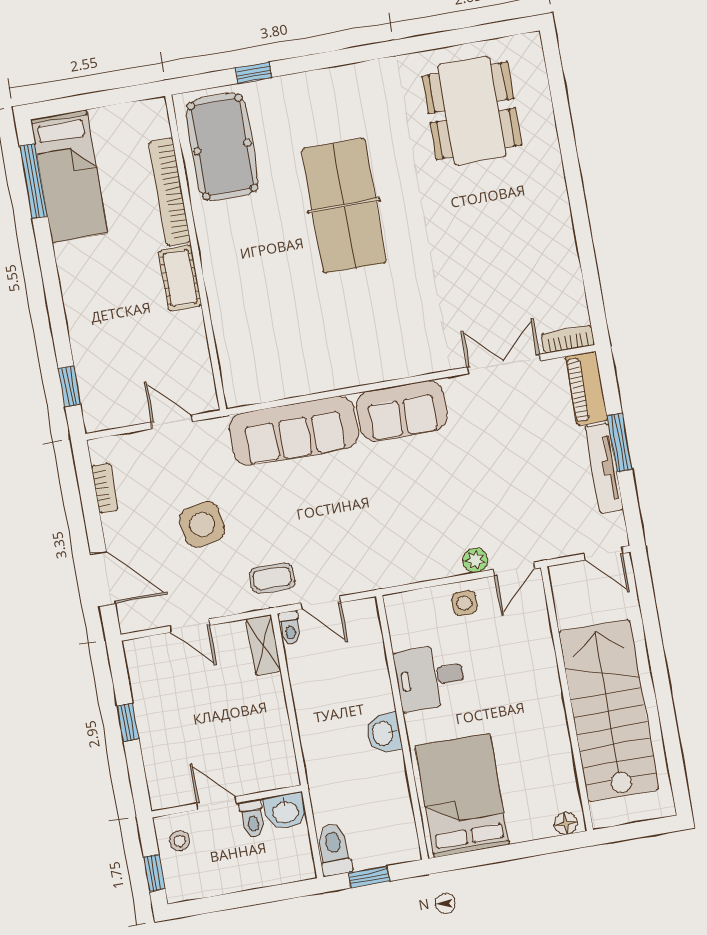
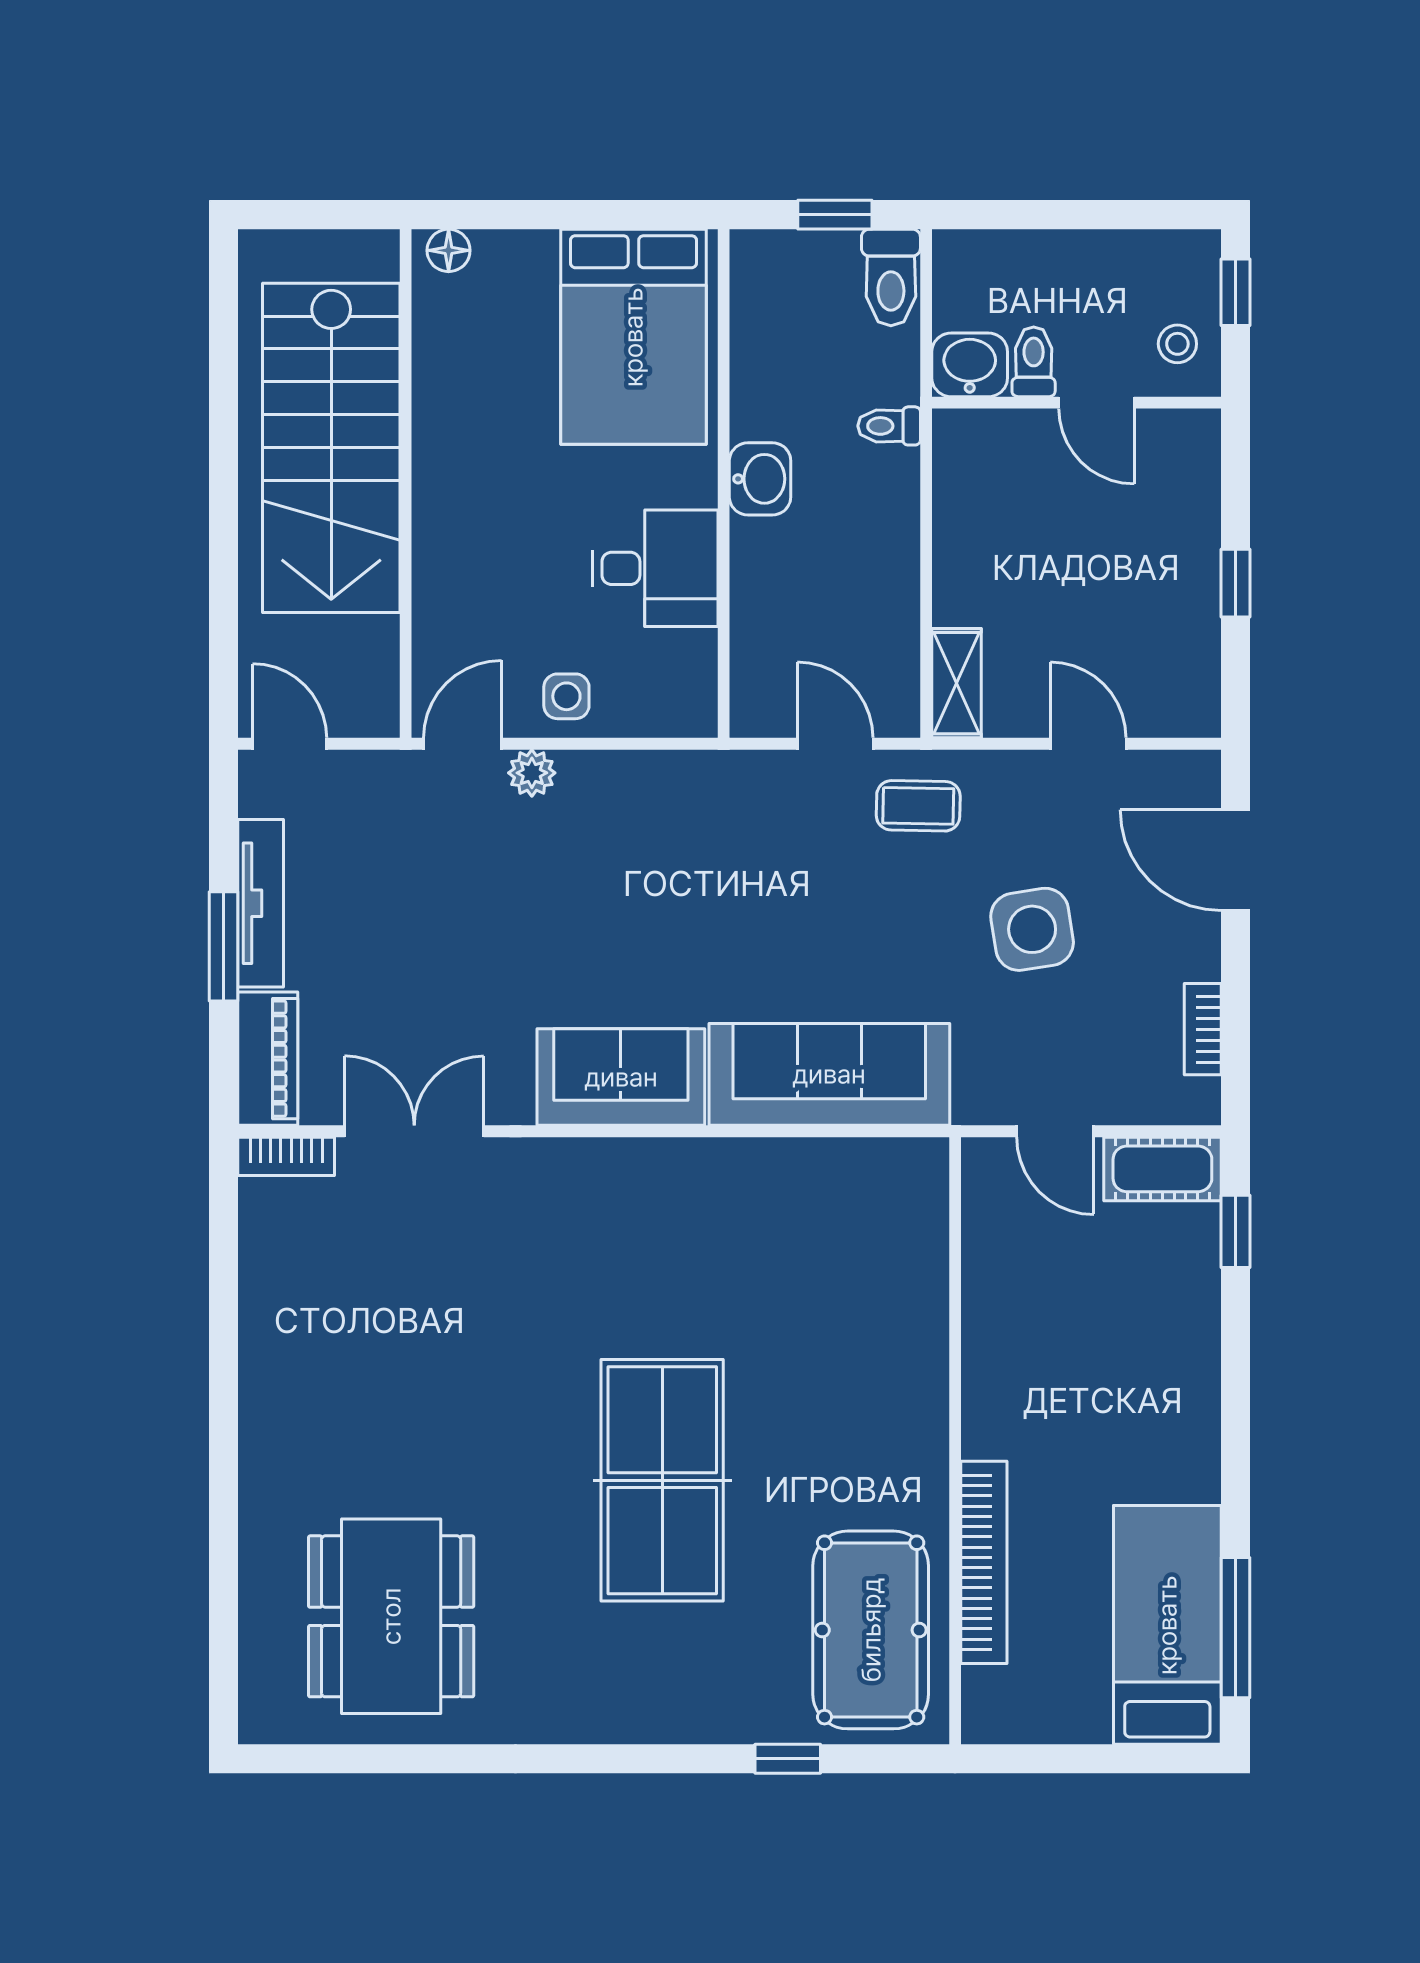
cot: (180, 278) -> (1162, 1169), moved, turned 90
double door: (504, 364) -> (414, 1131), swing flipped
toilet: (290, 628) -> (889, 426), moved, turned -90

